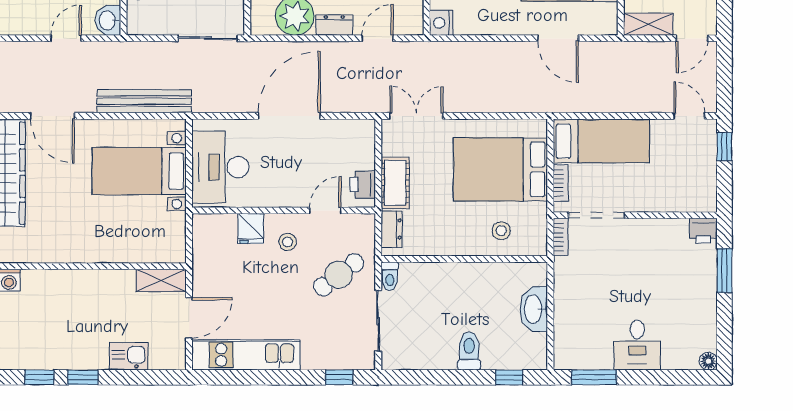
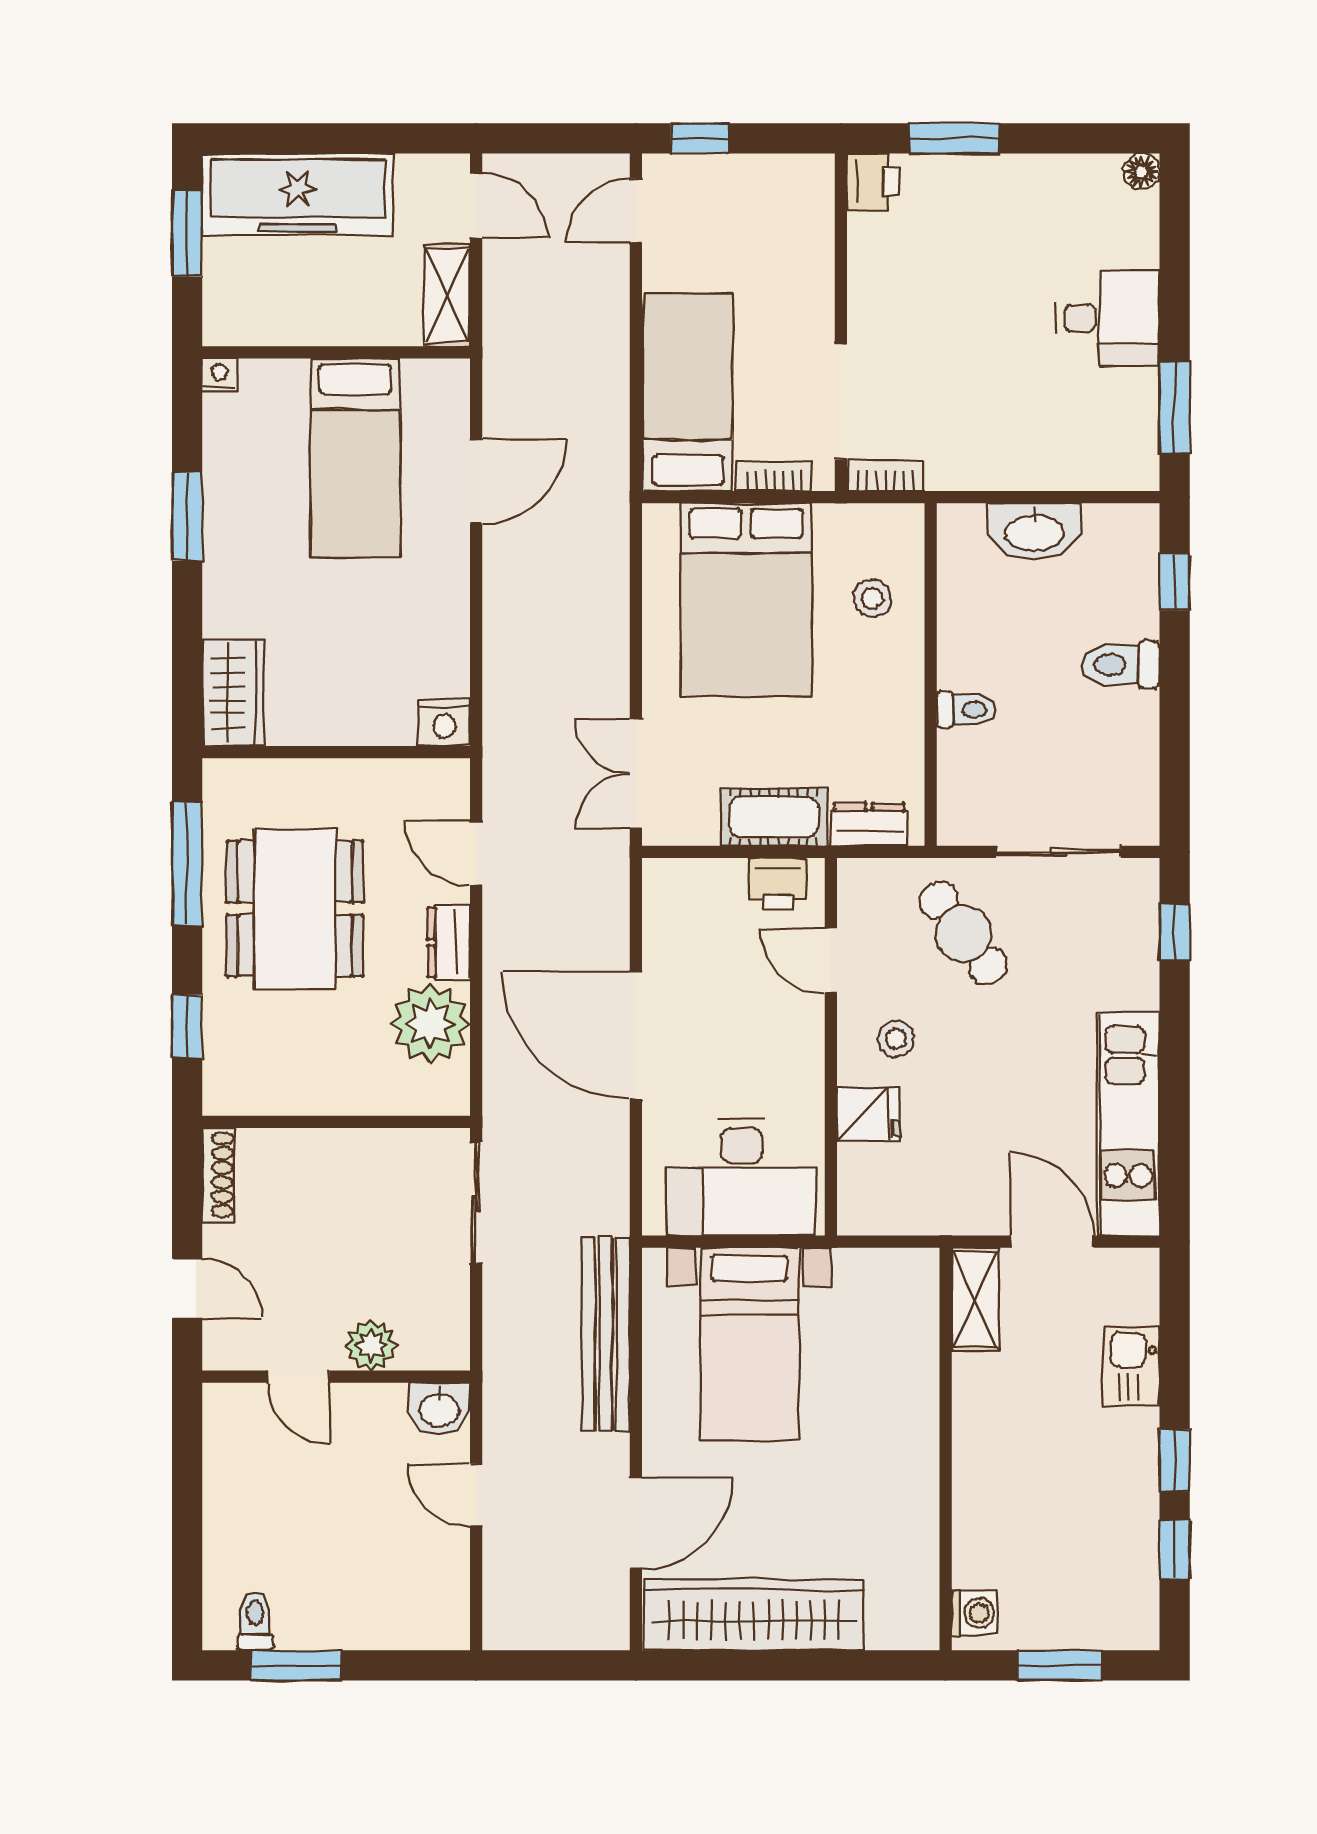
toilet: (390, 276) -> (966, 710), moved

